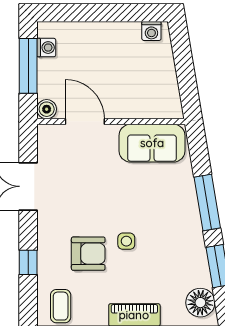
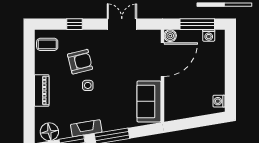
door: (85, 122) -> (162, 60), width x1.36
fireplace: (195, 244) -> (86, 128), added
armchair: (88, 254) -> (80, 62), turned -104

